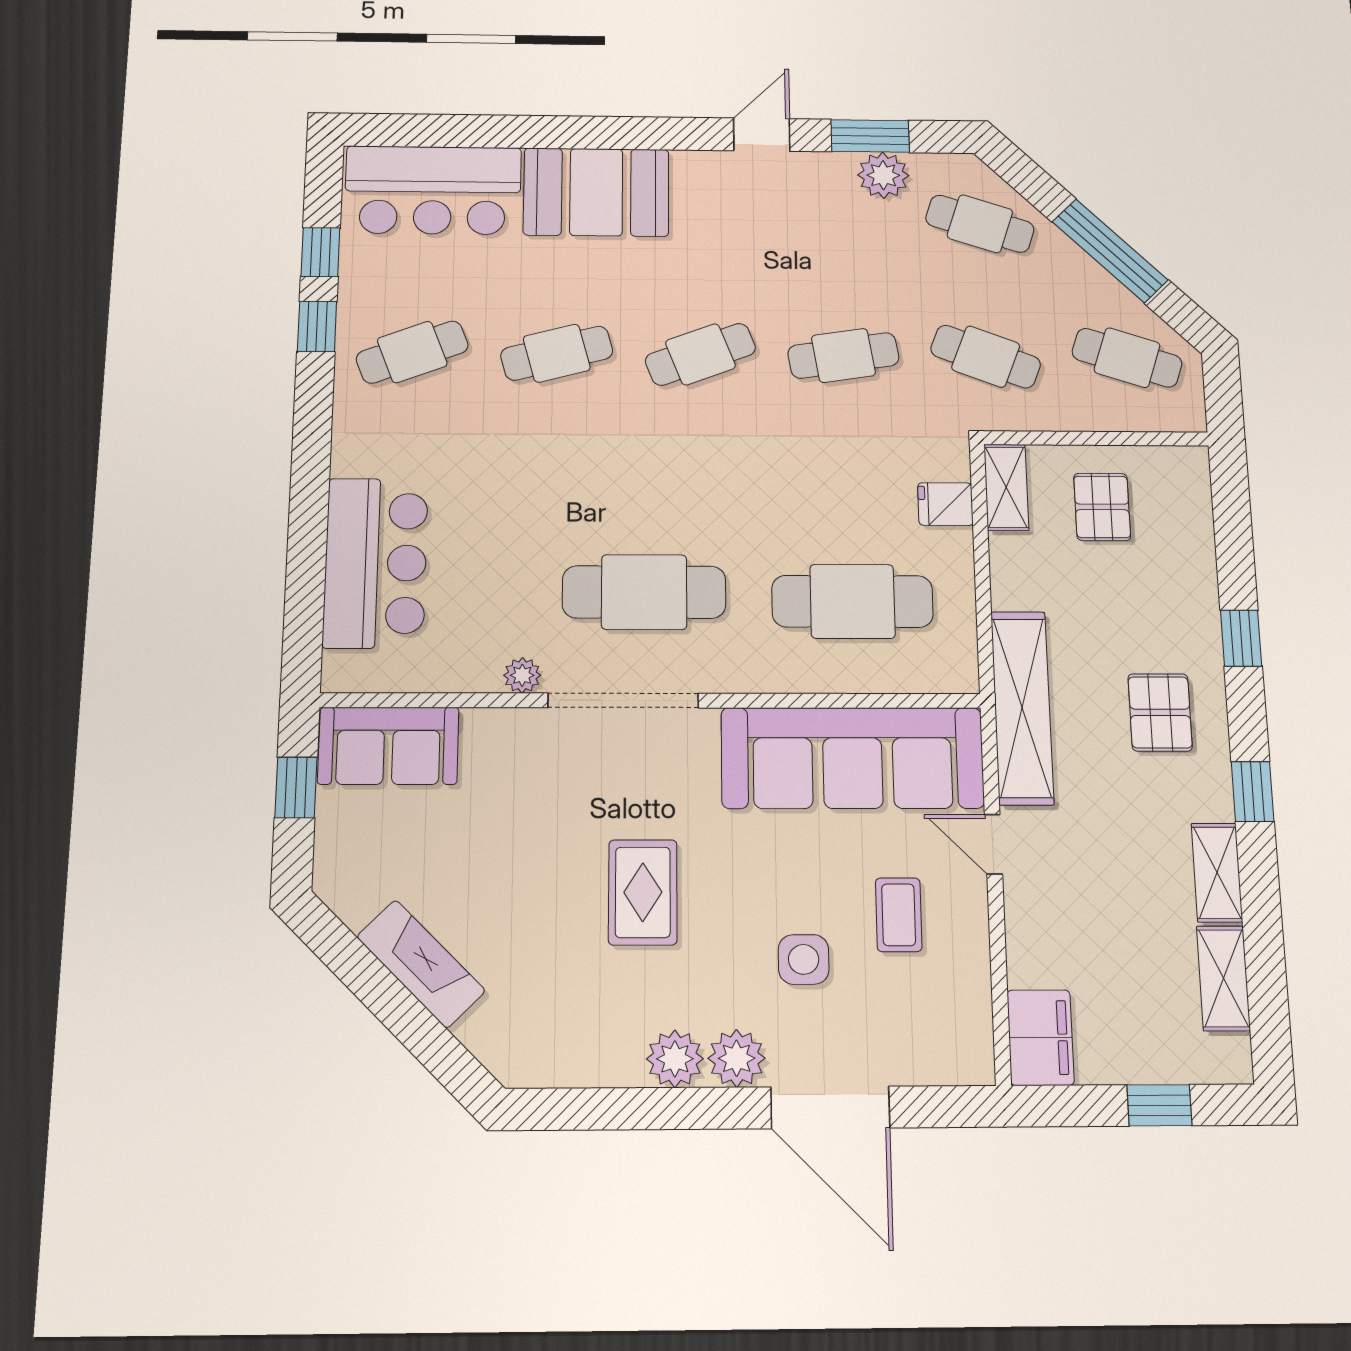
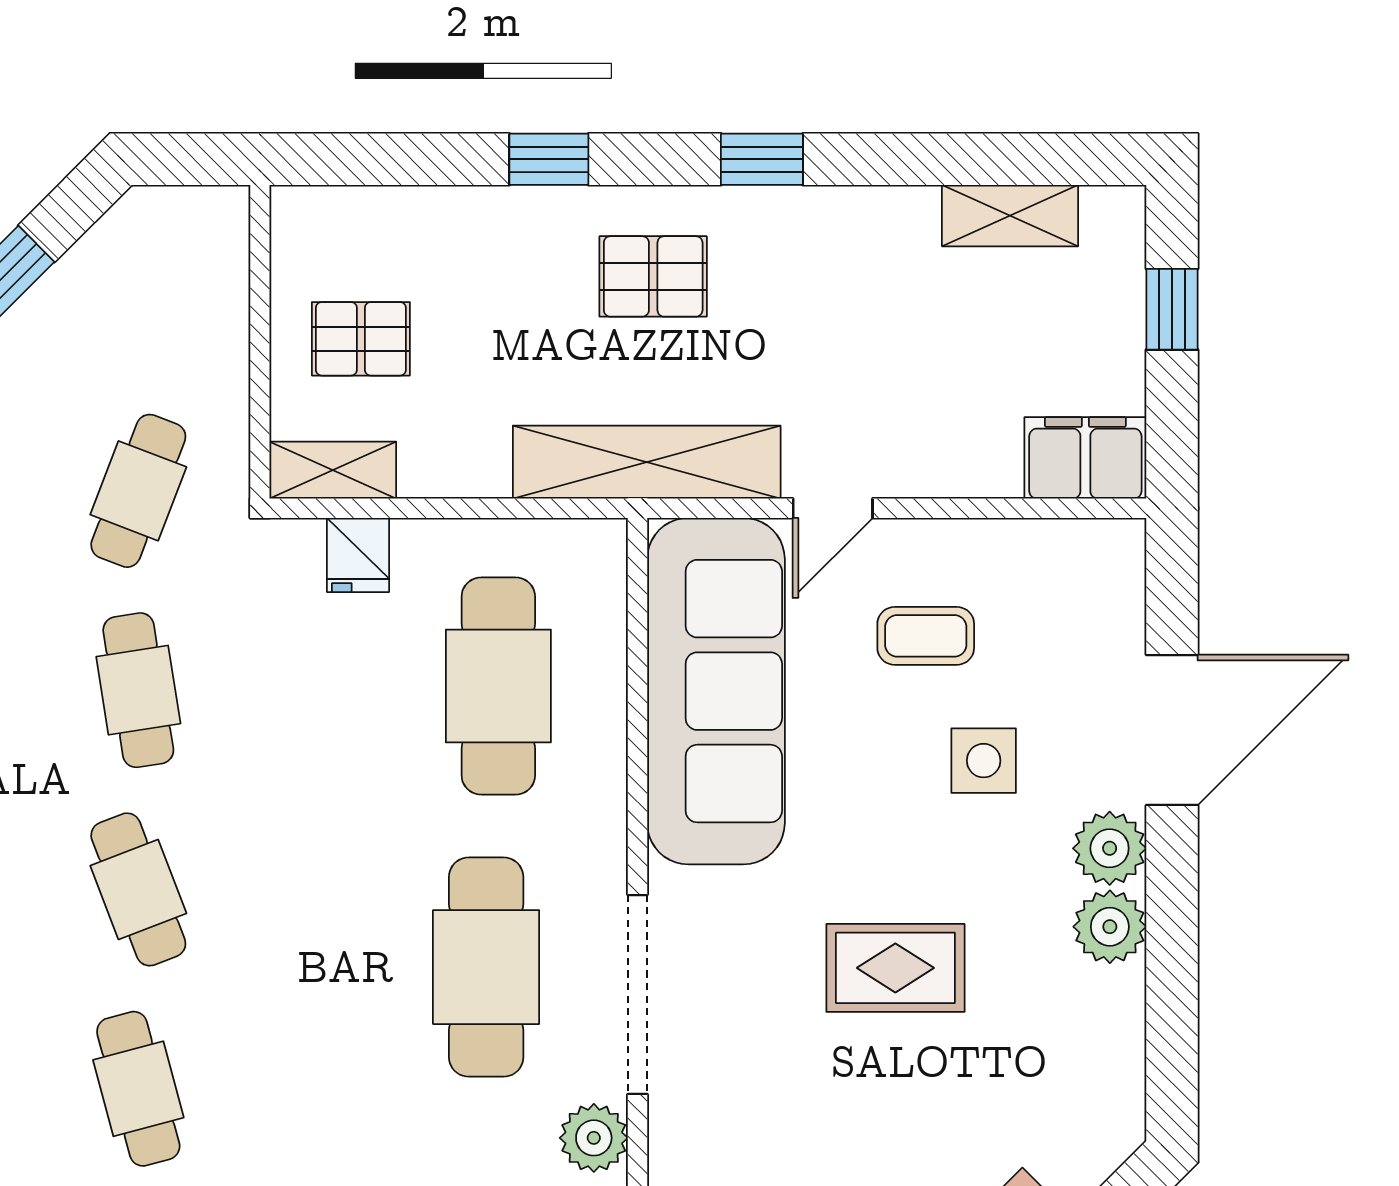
cafe table: (1127, 358) -> (138, 292), removed
plant: (522, 675) -> (594, 1138), width x1.38, depth x1.38
shelving: (1217, 873) -> (871, 215), removed

